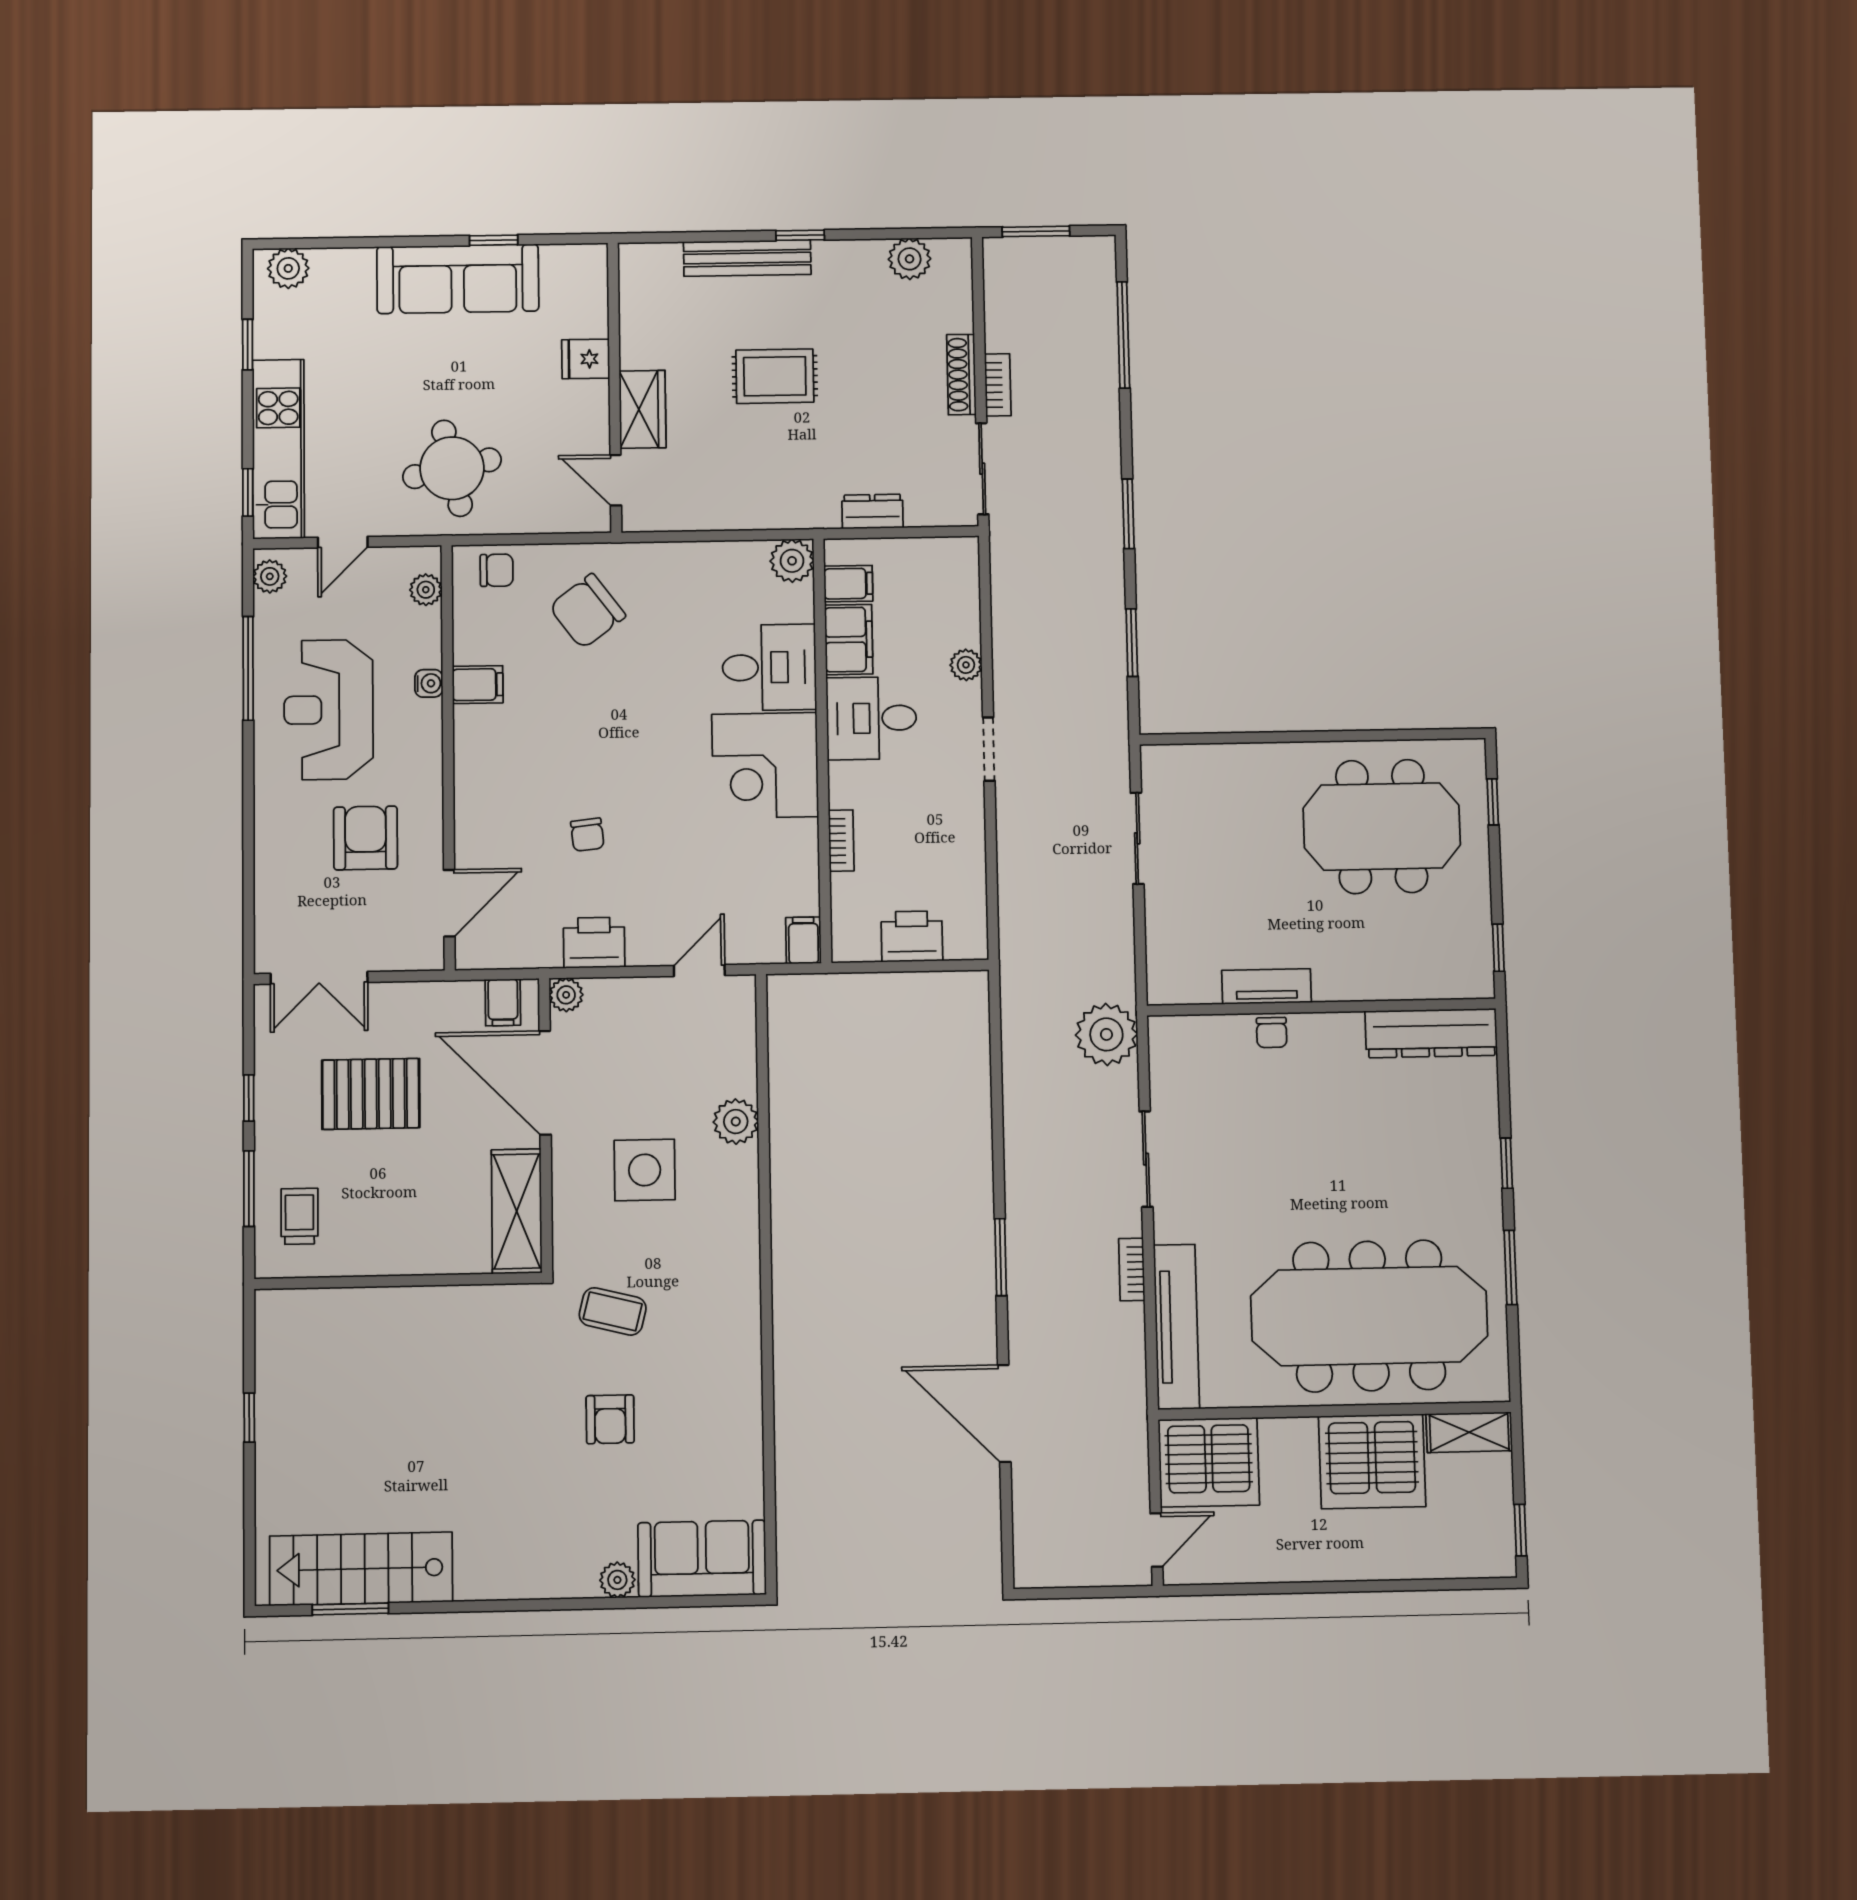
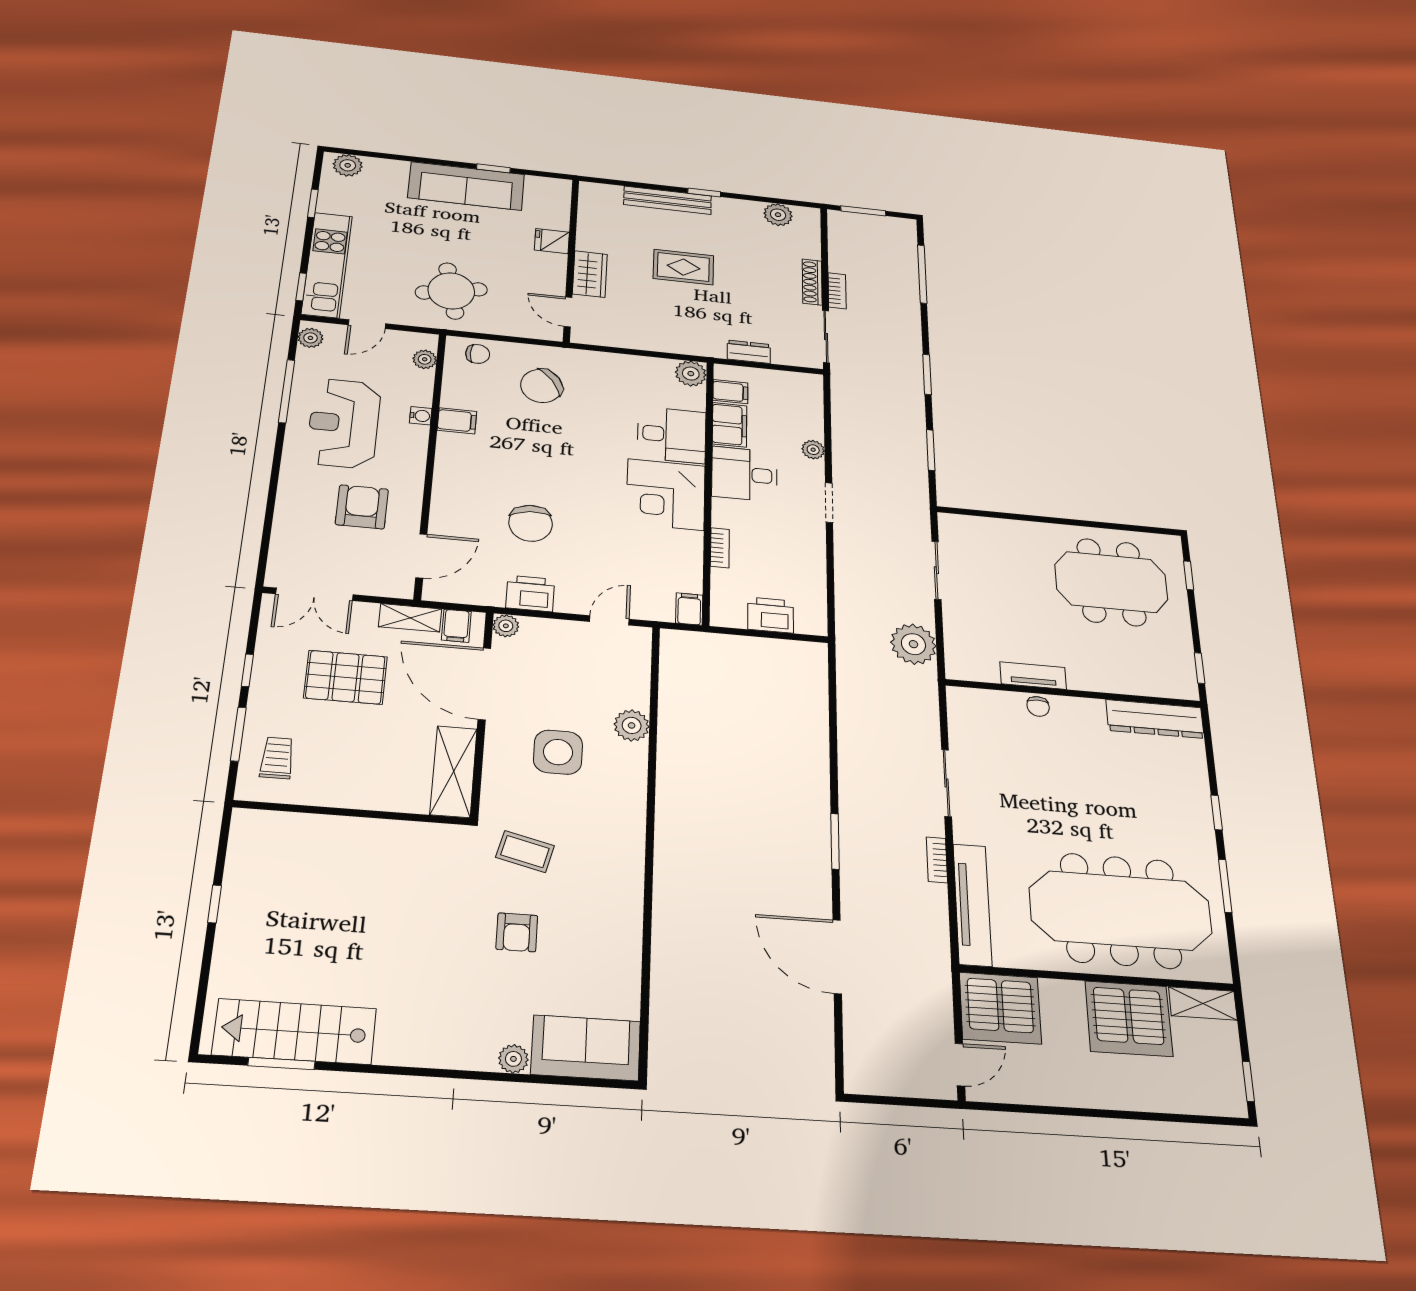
chair: (587, 835) -> (531, 523), width x1.87, depth x1.87
shelving: (443, 998) -> (410, 618), added
plant: (1106, 1034) -> (913, 644), moved

